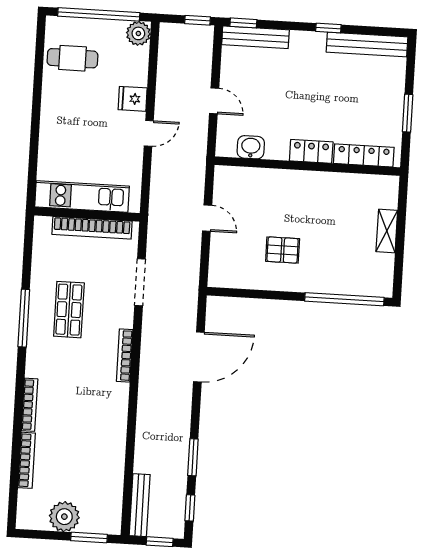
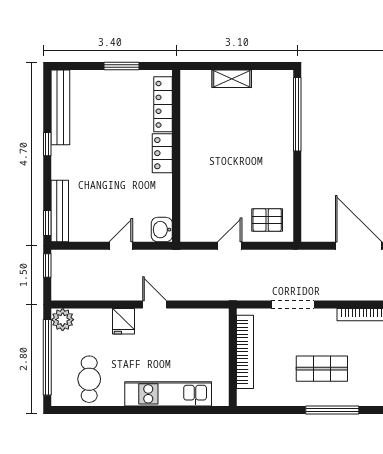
washbasin: (251, 147) -> (162, 230), moved
kitchen unit: (82, 197) -> (168, 394), moved, turned 90
pallet: (283, 250) -> (267, 220), moved, turned 90

